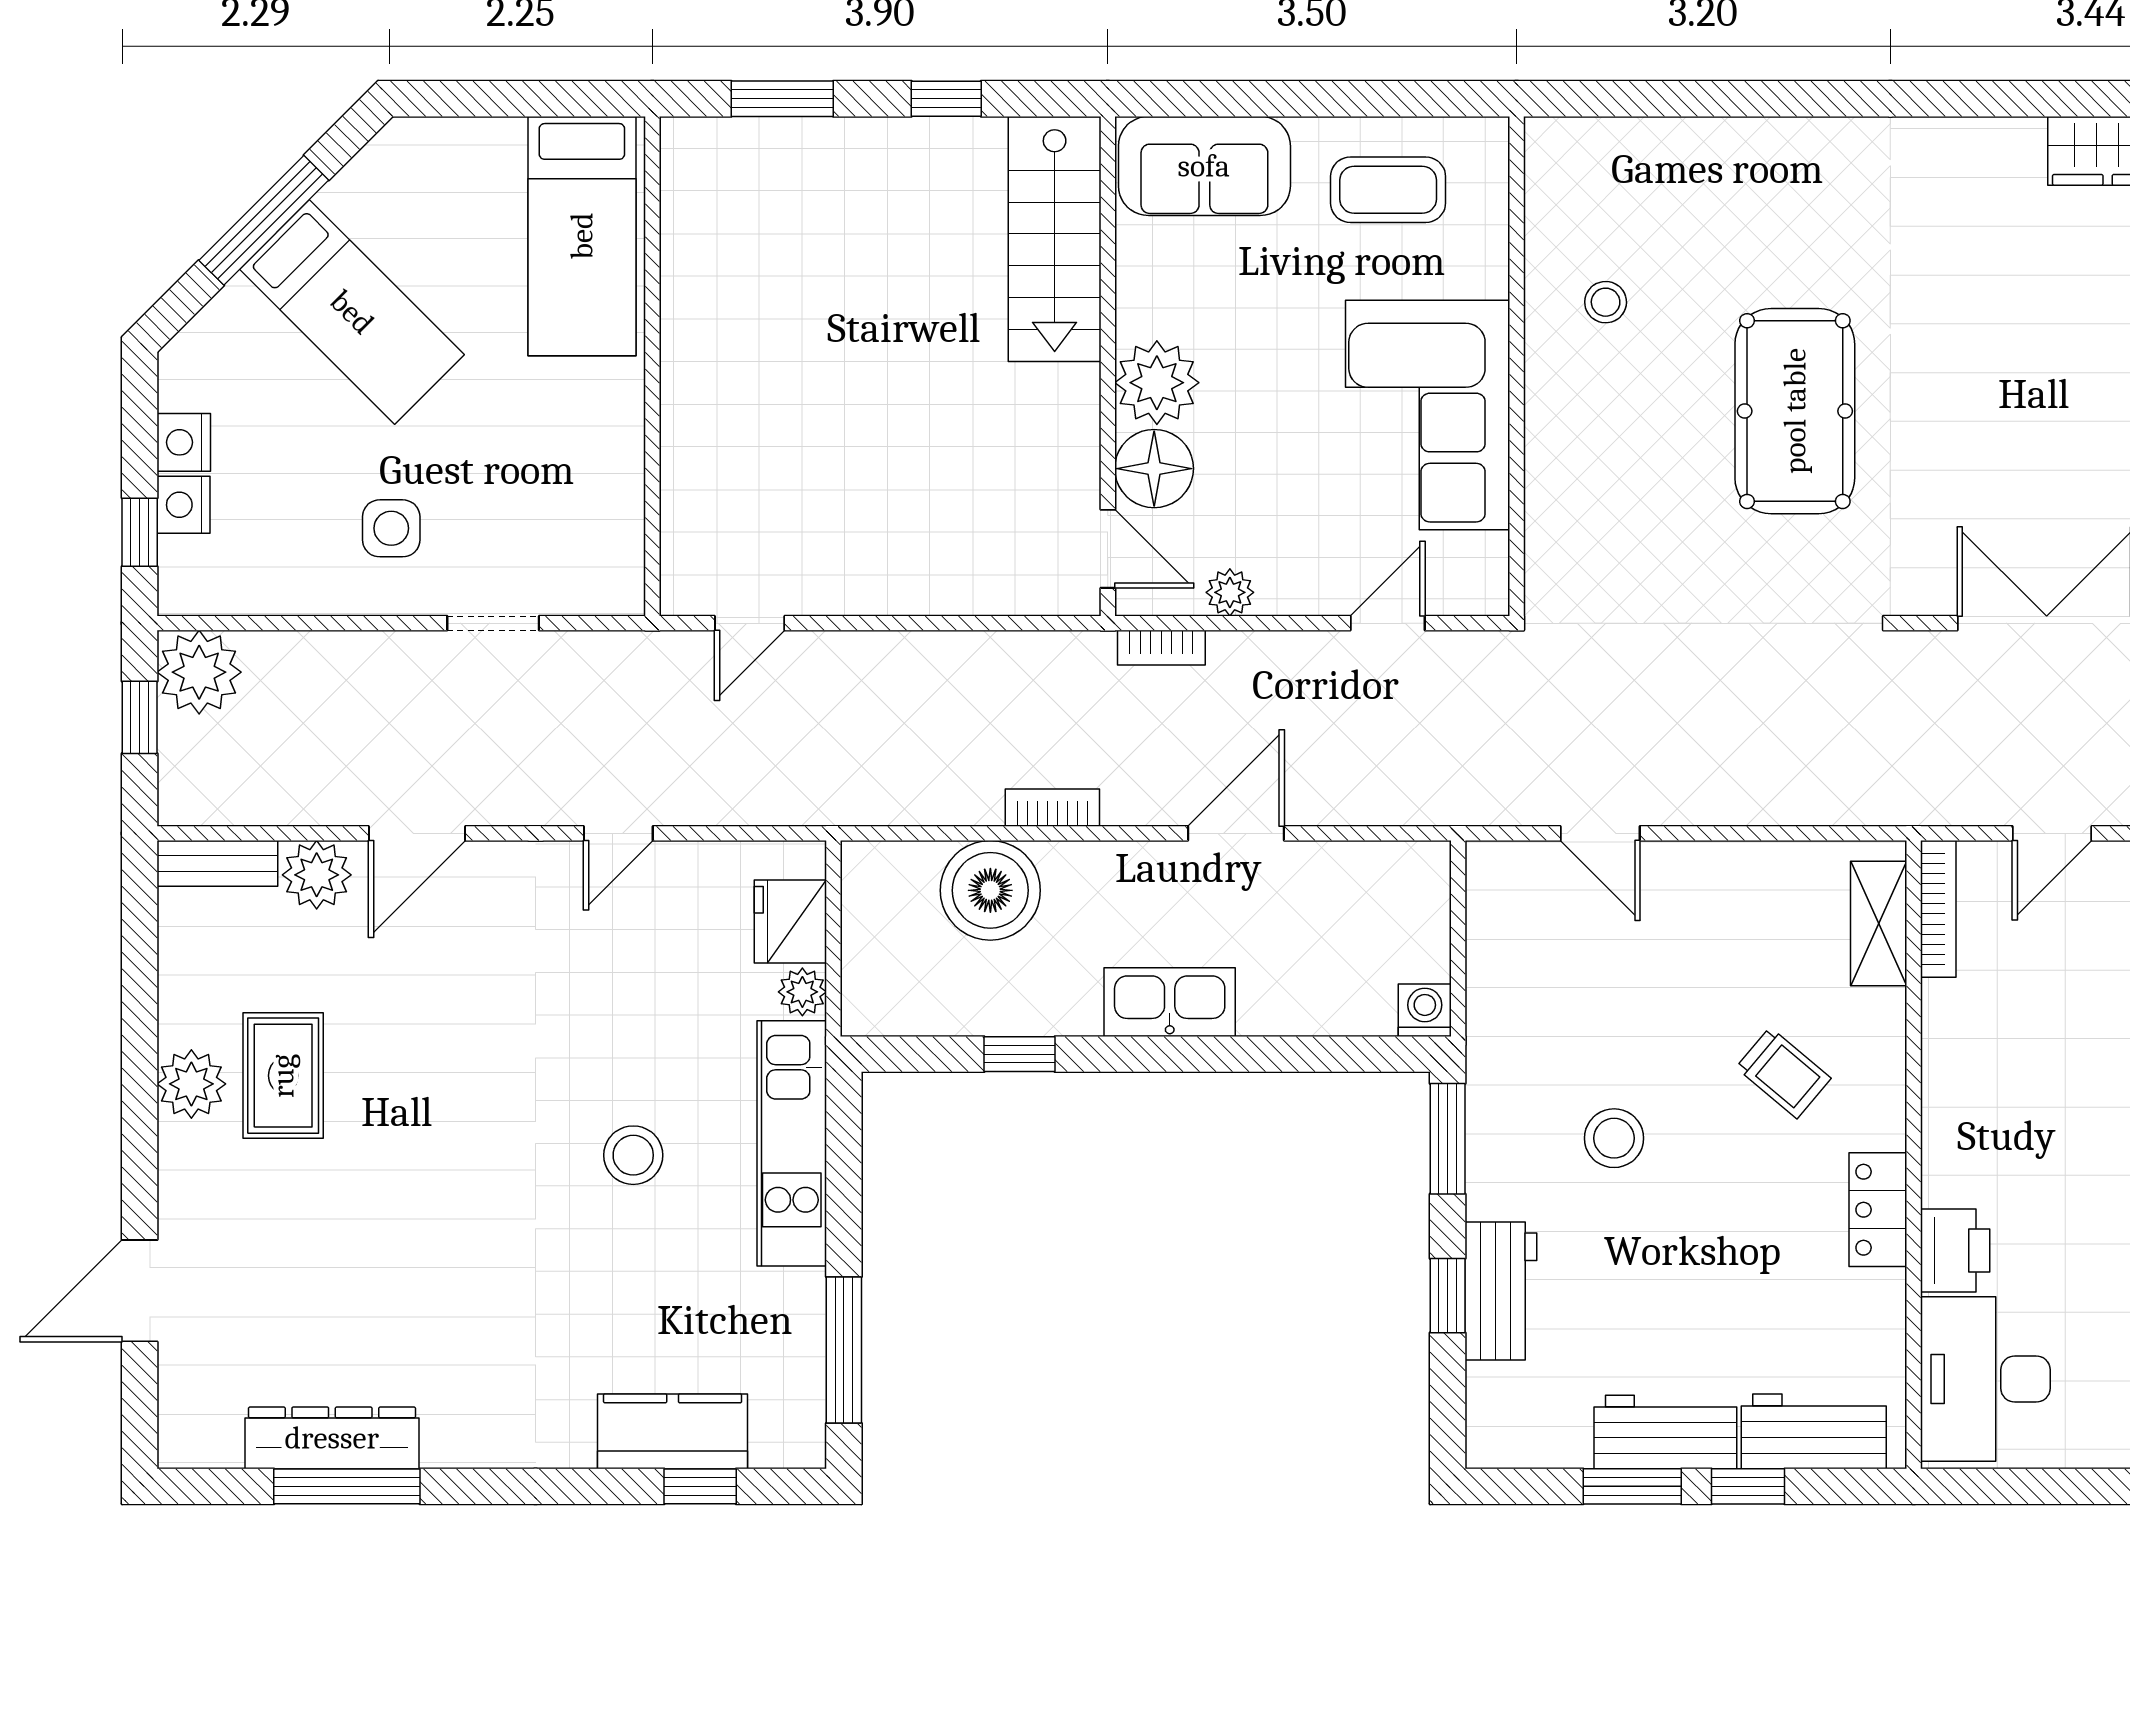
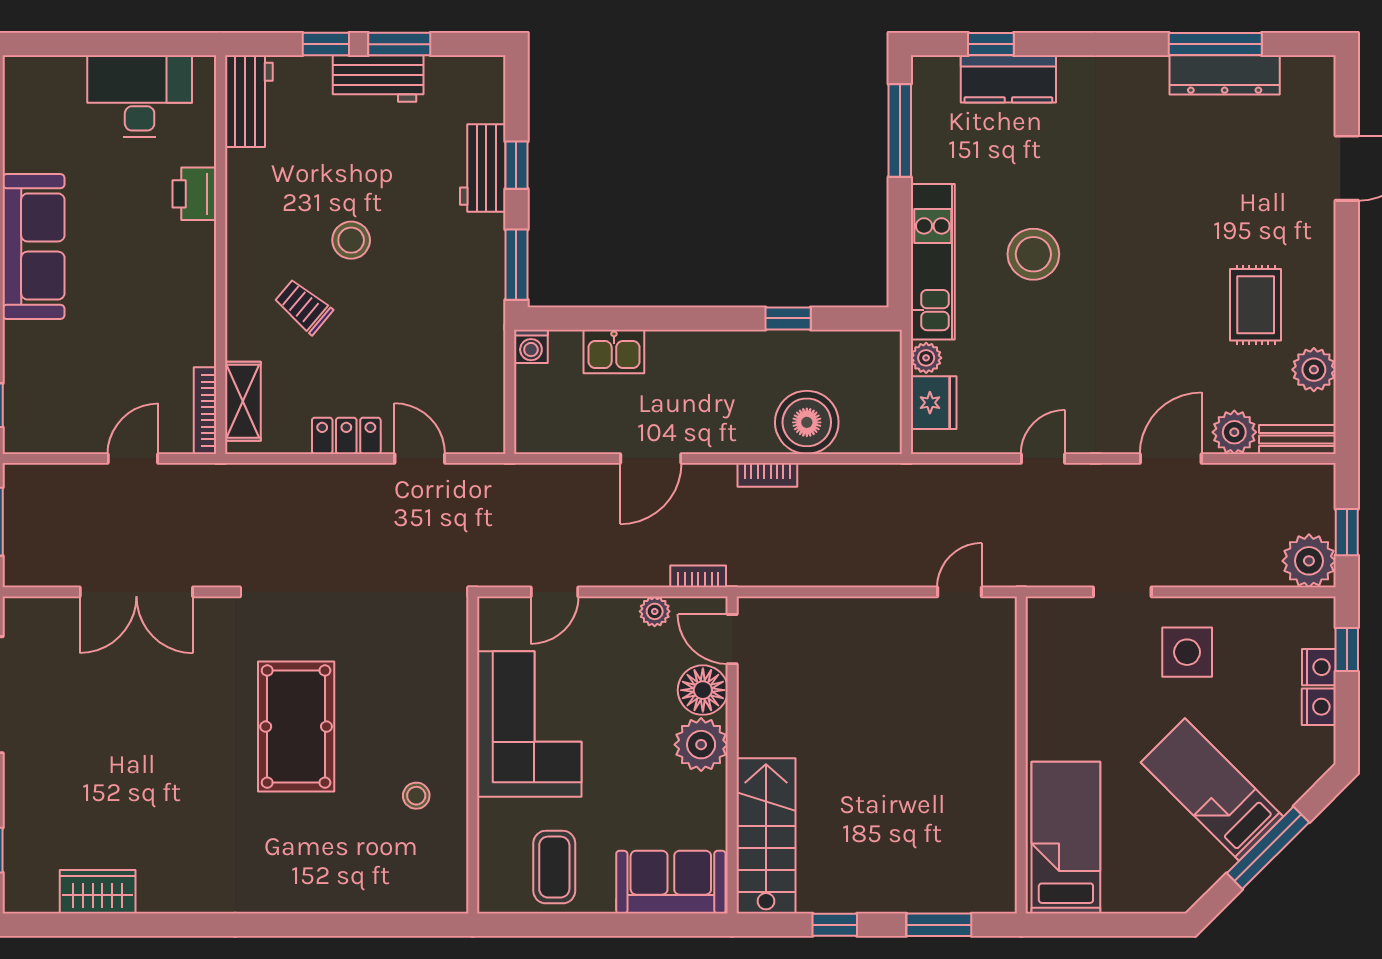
coffee table: (1388, 190) -> (554, 867), turned 90
side table: (391, 528) -> (1187, 652), width x1.37, depth x1.37
kitchen sink: (1170, 1002) -> (614, 351), moved, width x0.73
plant: (191, 1084) -> (1314, 370), moved
stool: (1614, 1138) -> (351, 240), moved
stool: (633, 1155) -> (1033, 254), width x1.38, depth x1.38
locker: (1878, 1210) -> (346, 436), moved, turned -90
desk: (1985, 1379) -> (140, 96), moved, turned -90
workbench: (1814, 1431) -> (249, 101), moved, turned -90

